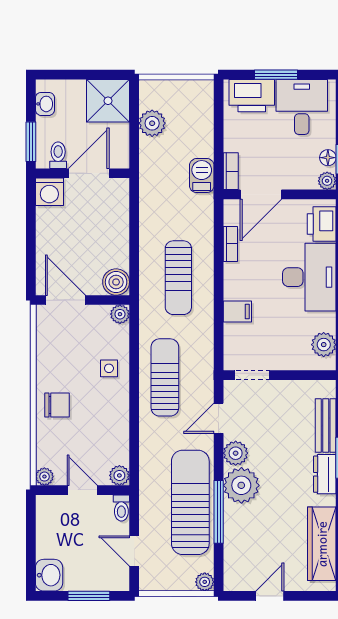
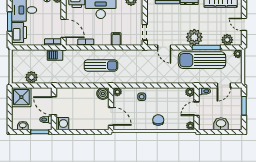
door: (65, 300) -> (111, 116), swing flipped
sun lounger: (165, 377) -> (146, 72), removed
plant: (236, 453) -> (227, 40), moved
washbasin: (49, 575) -> (221, 124), moved

